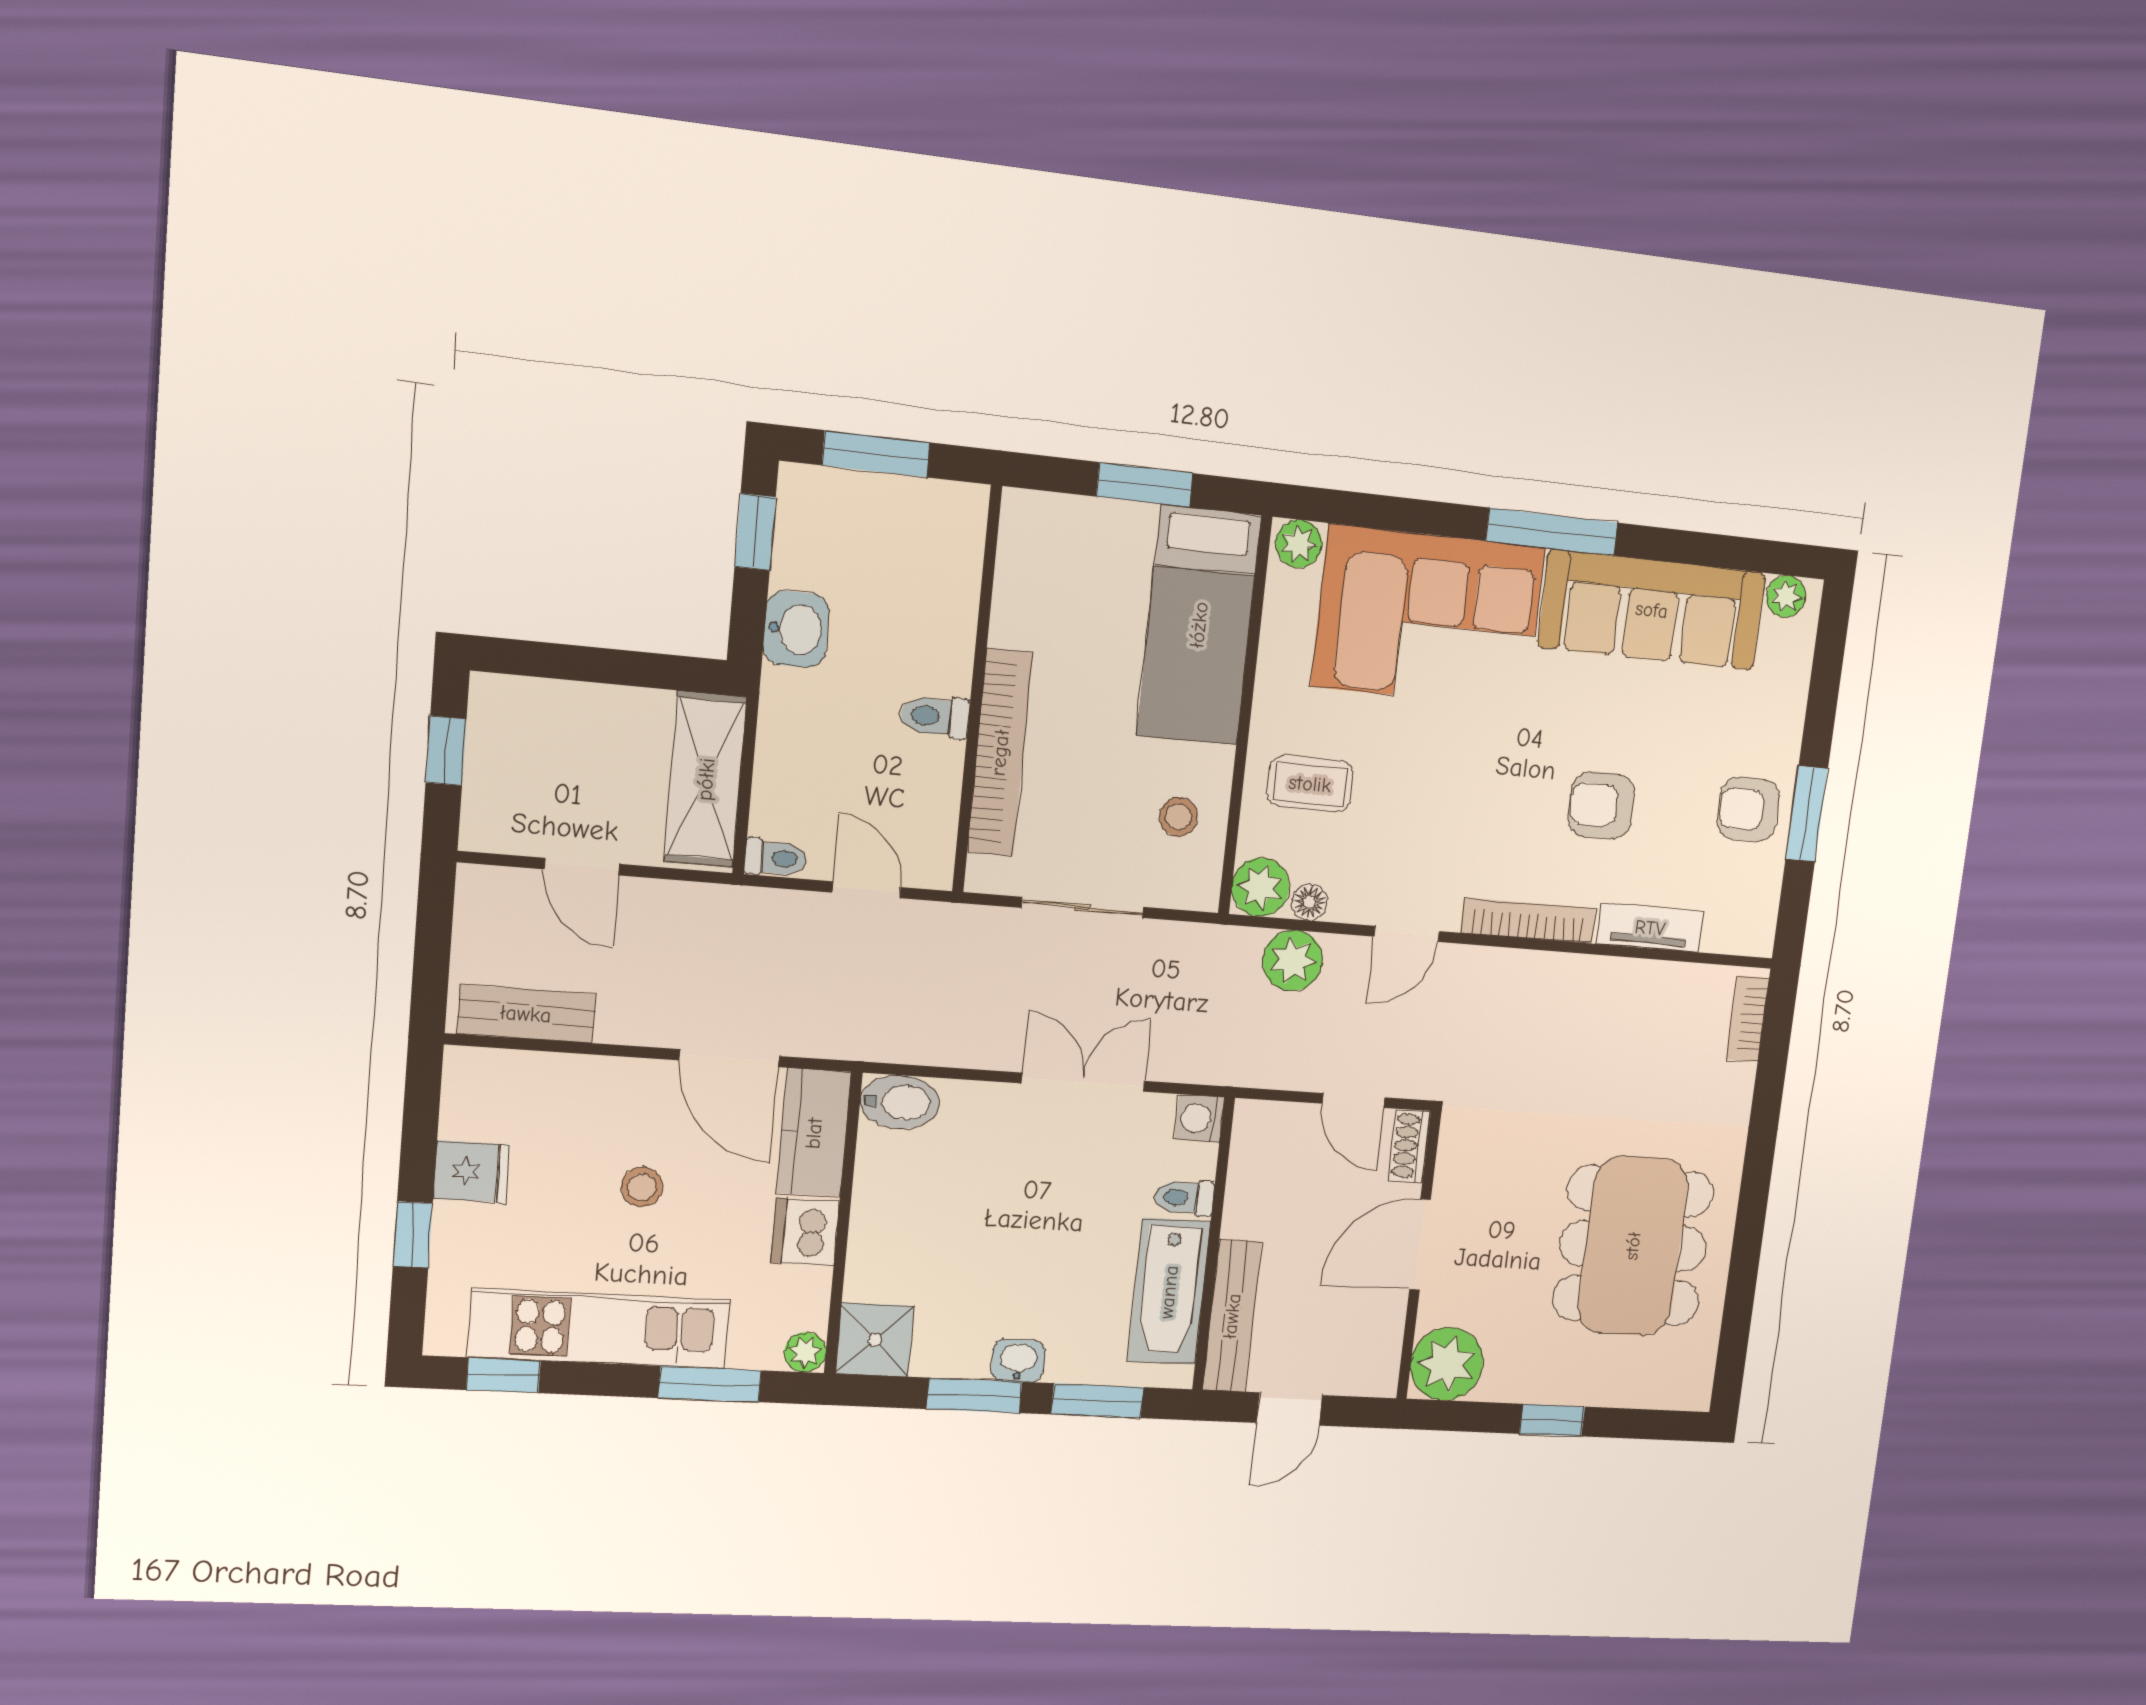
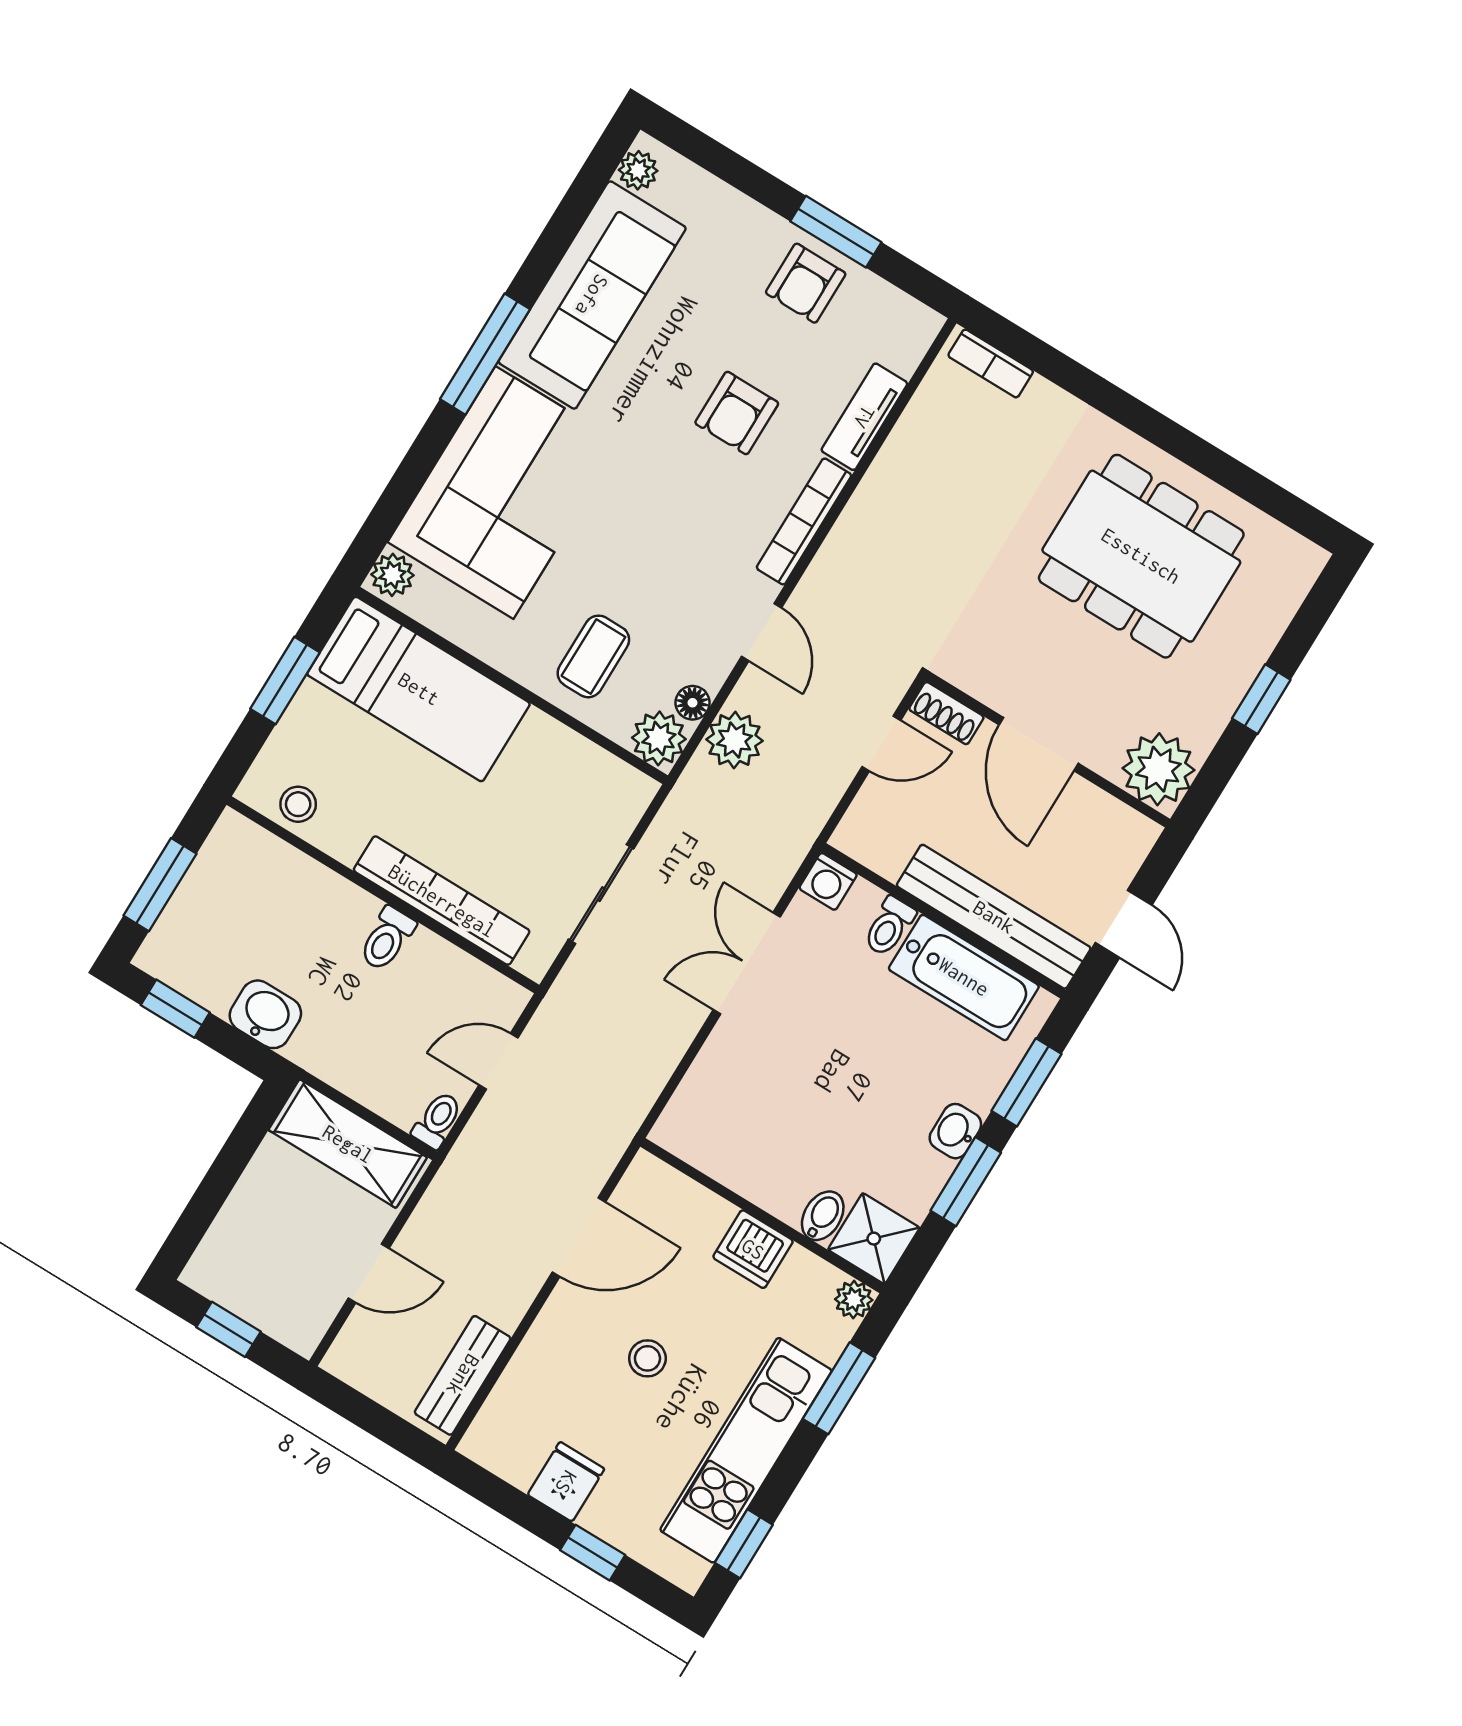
stool: (1178, 817) -> (298, 804), moved
bidet: (900, 1102) -> (823, 1216), moved, width x0.72, depth x0.74
kitchen counter: (814, 1133) -> (674, 1201), removed
bench: (1232, 1316) -> (994, 917), width x1.37, depth x1.21

